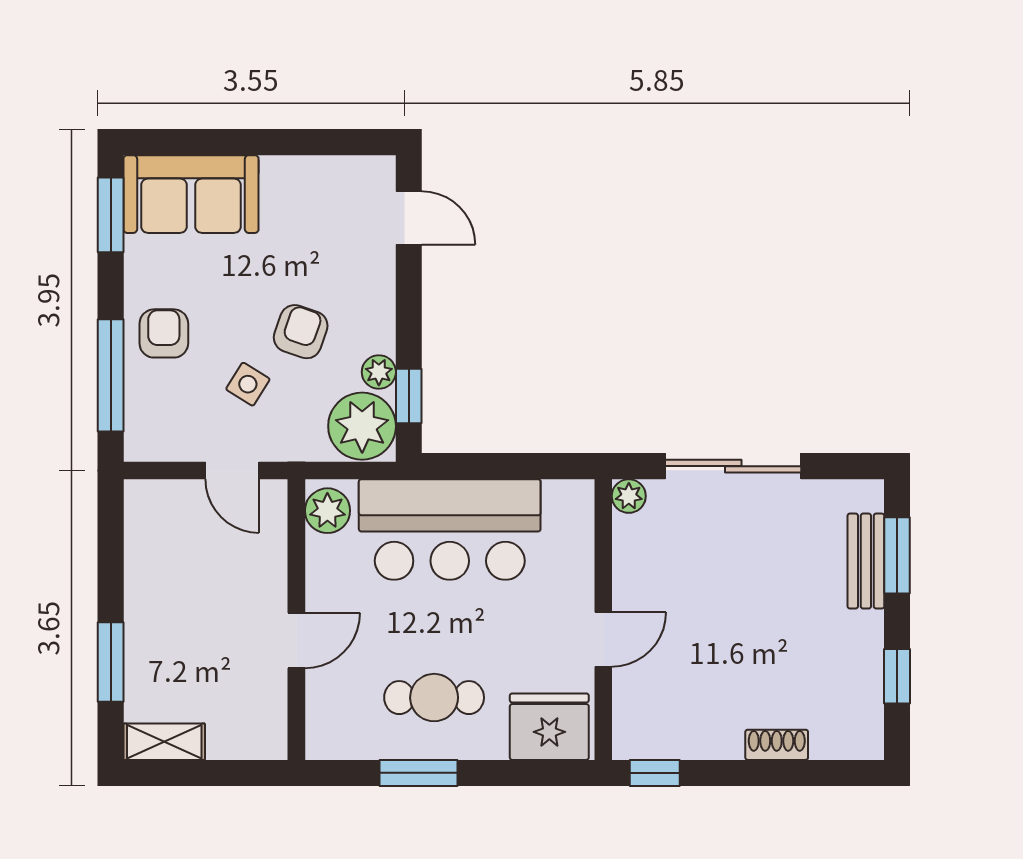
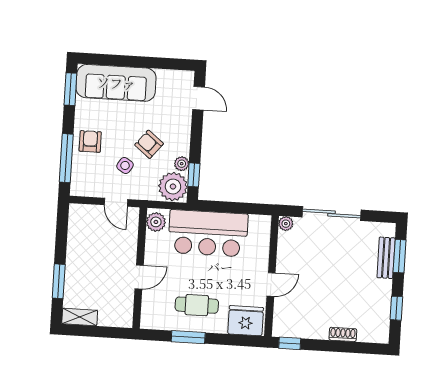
sofa: (191, 194) -> (116, 83), width x1.36
armchair: (301, 332) -> (149, 144), turned -70

